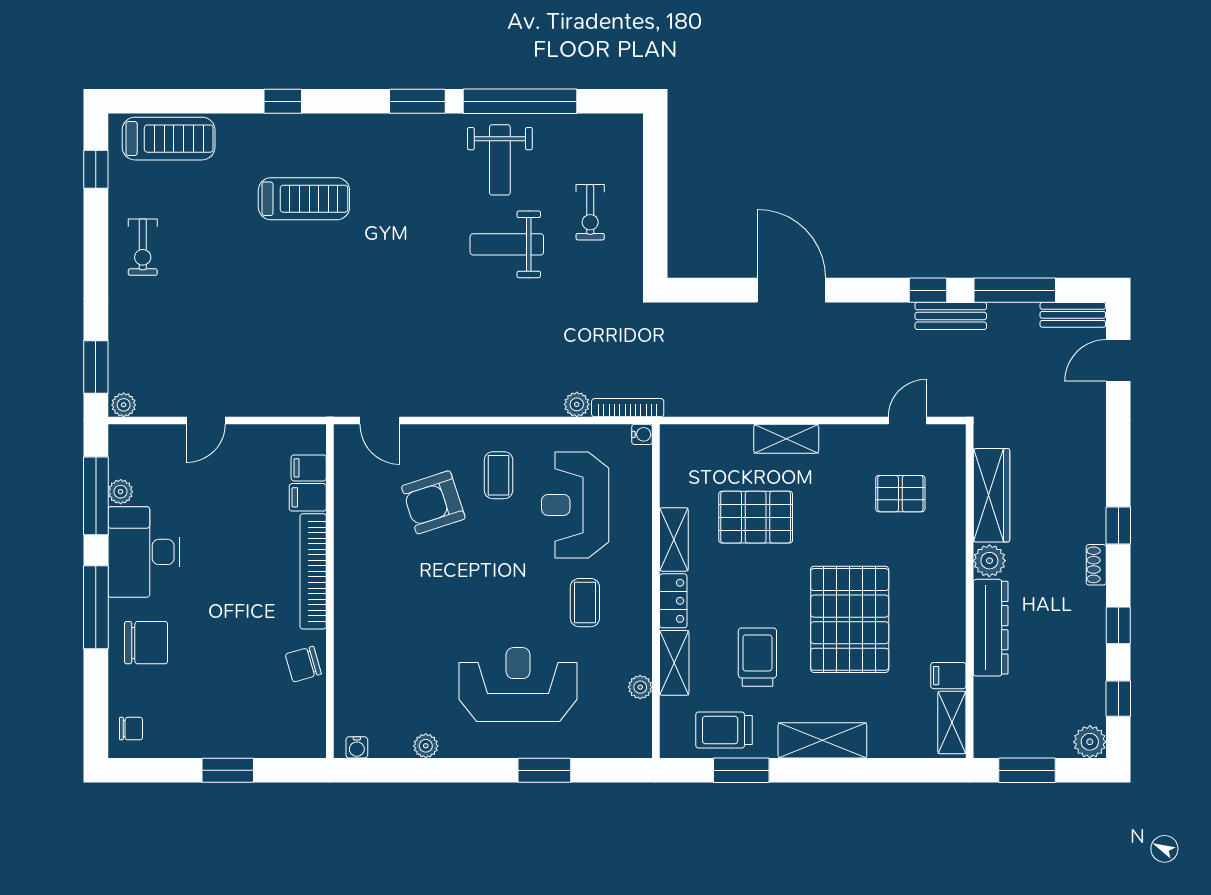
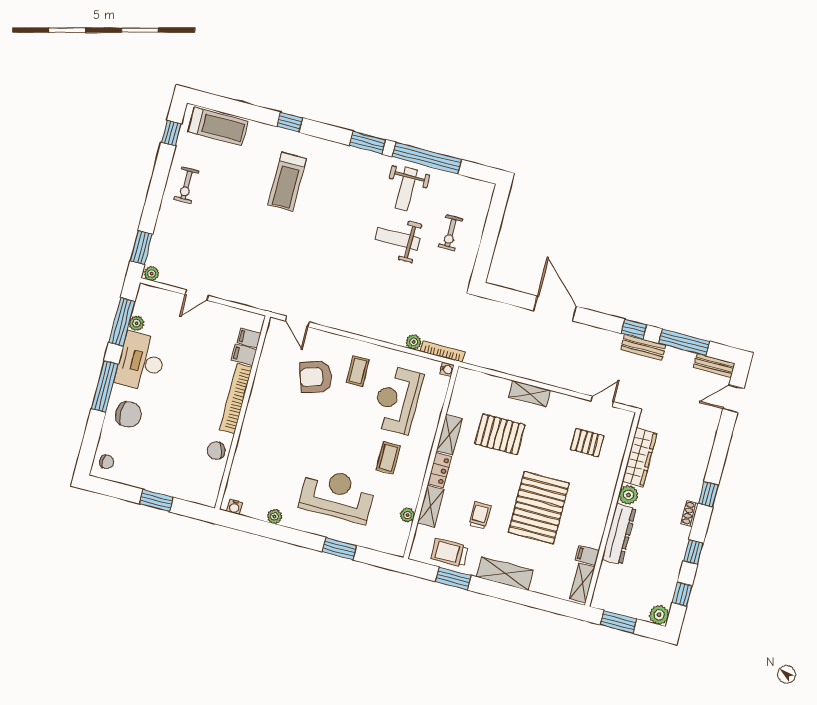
treadmill: (304, 199) -> (287, 182), turned 90
trolley: (757, 657) -> (480, 515), width x0.73, depth x0.72

